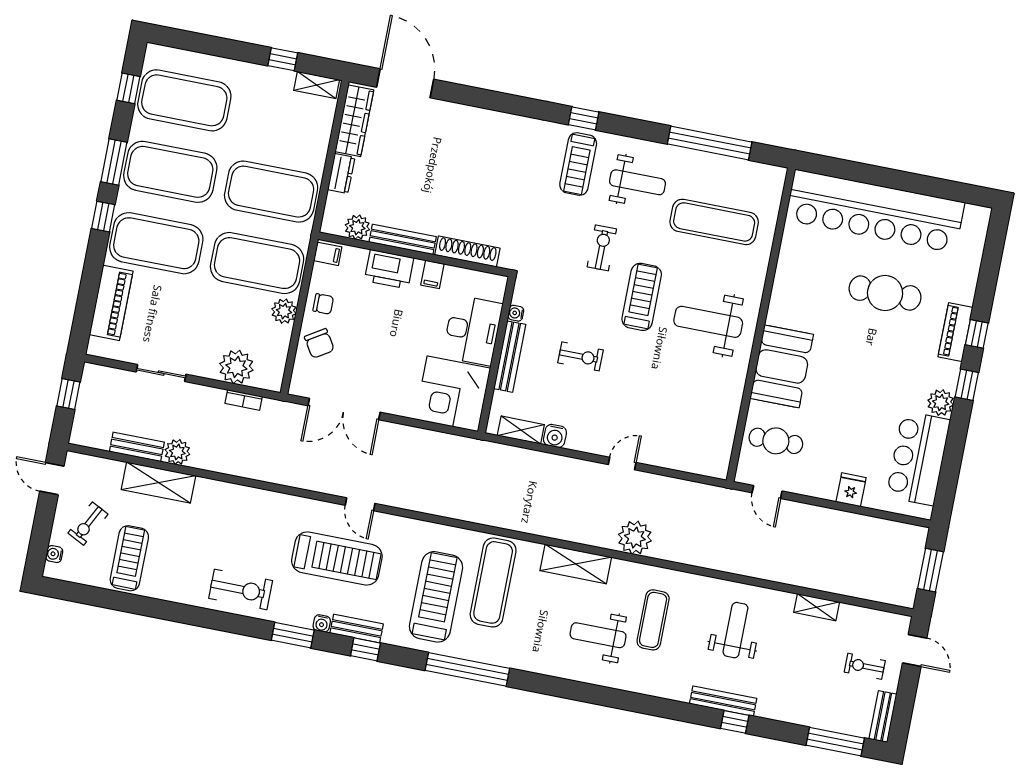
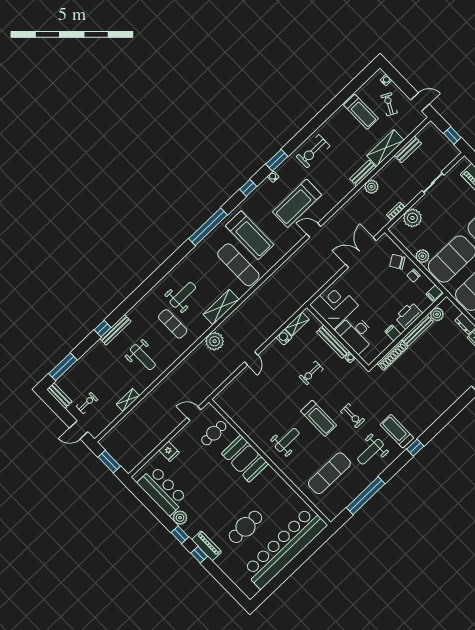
weight bench: (708, 322) -> (287, 440), width x0.73, depth x0.75
plant: (177, 452) -> (371, 187), moved
bench: (357, 629) -> (363, 173), moved

